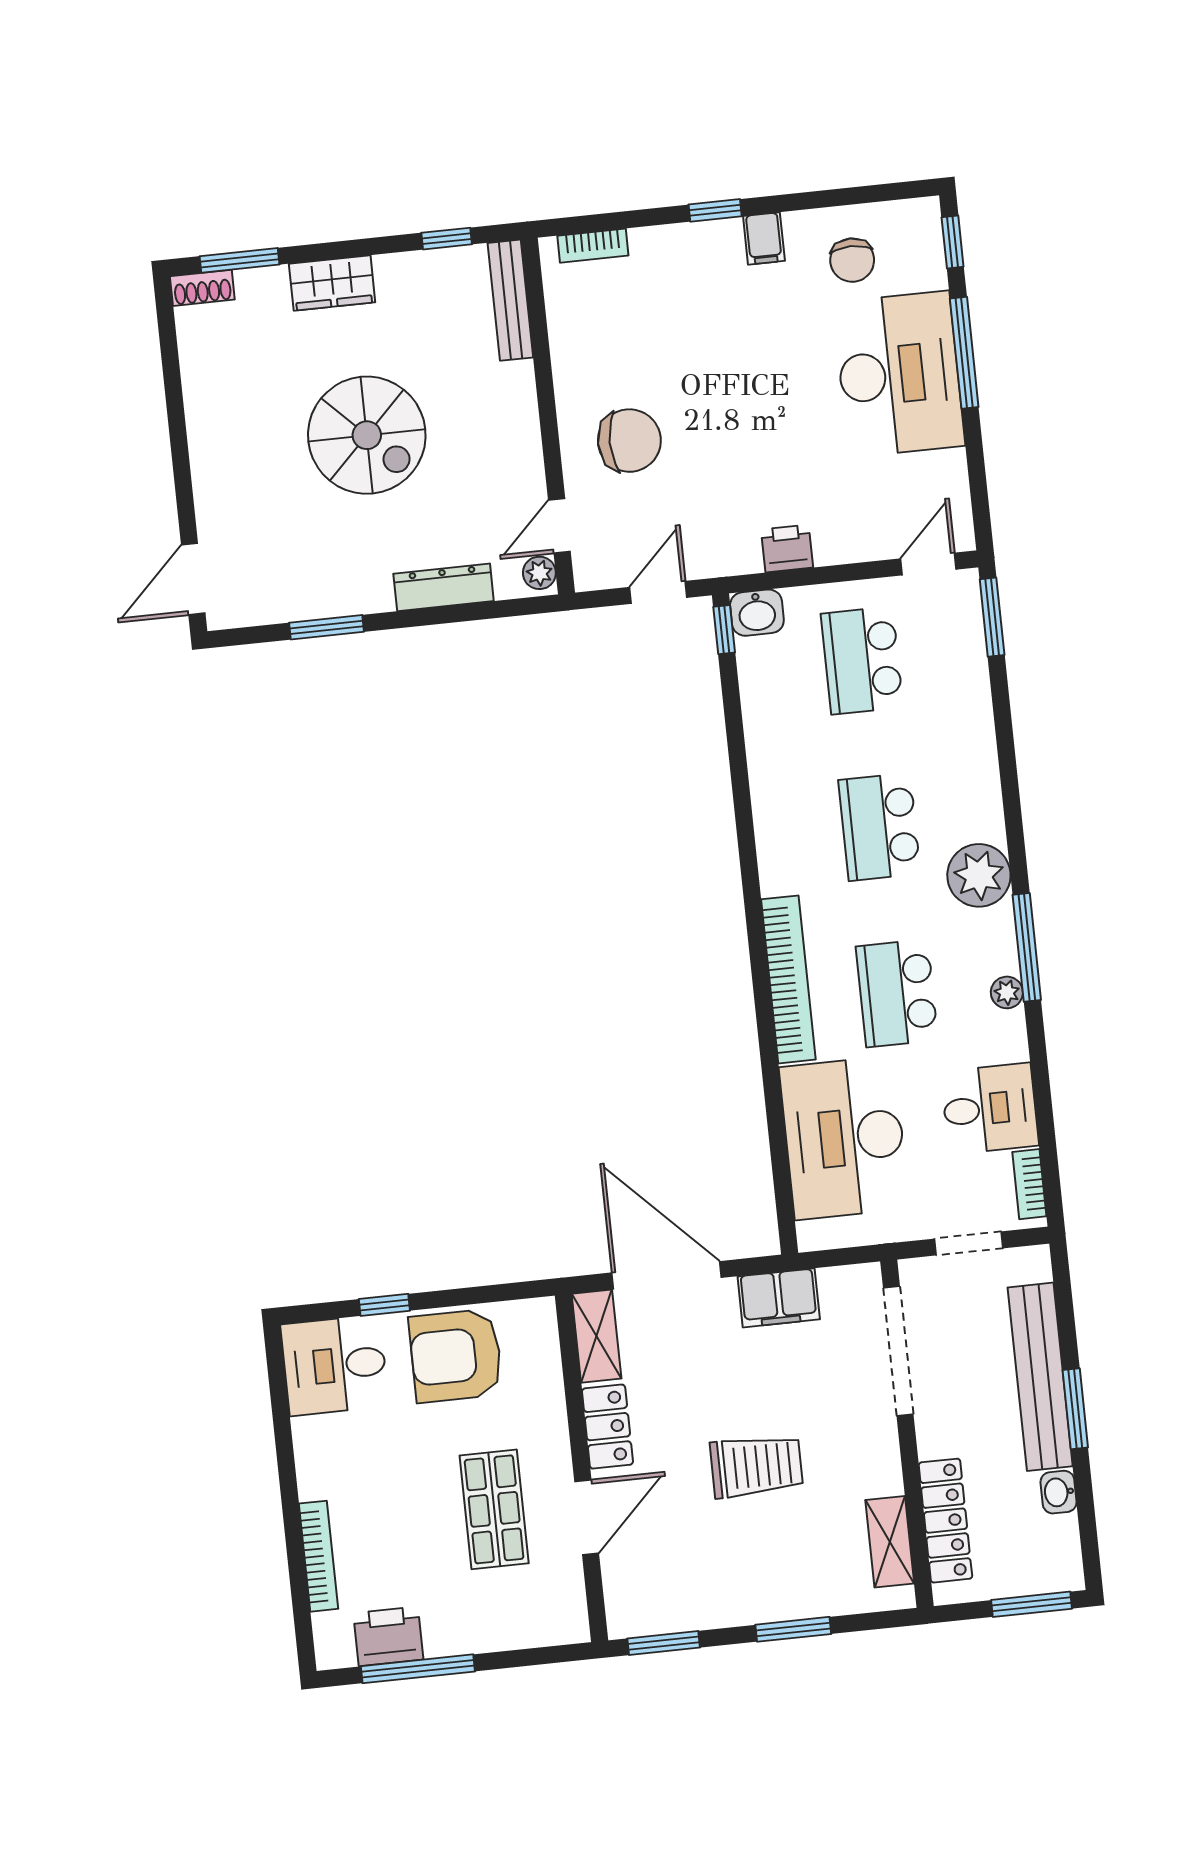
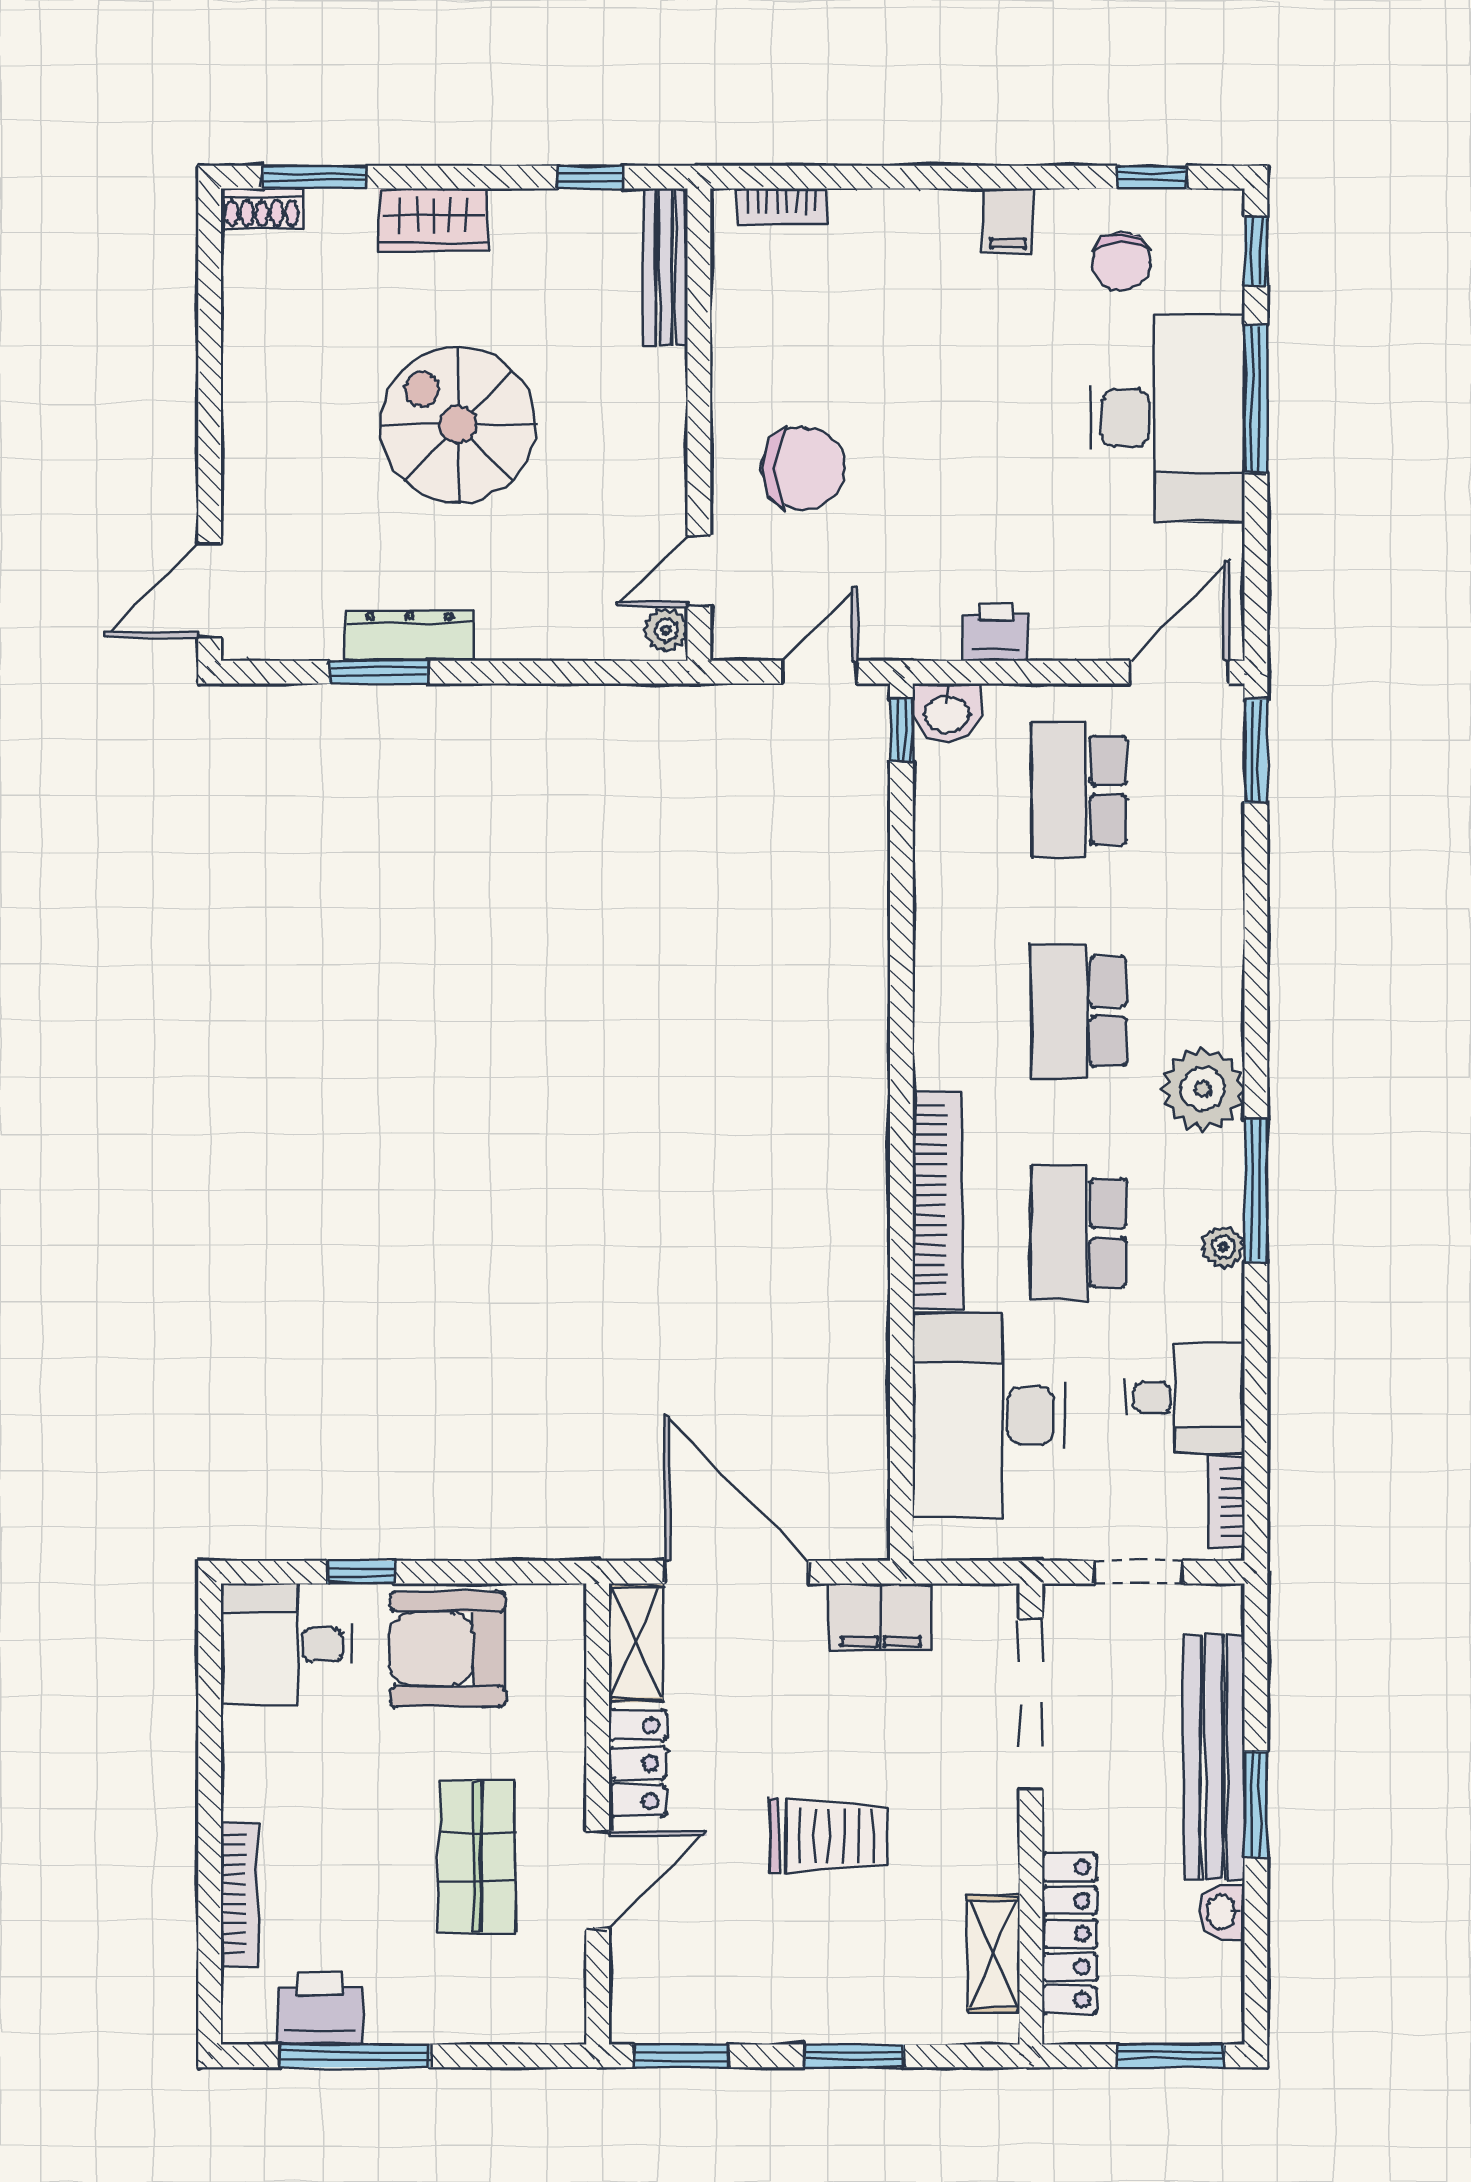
window: (715, 210) -> (1152, 177), moved
spiral stairs: (367, 435) -> (458, 425), turned 180
door: (928, 564) -> (1179, 672), width x1.38
dresser: (444, 587) -> (409, 636), moved

